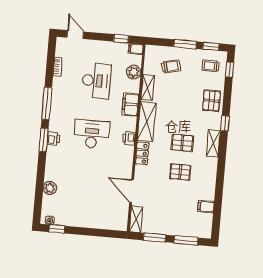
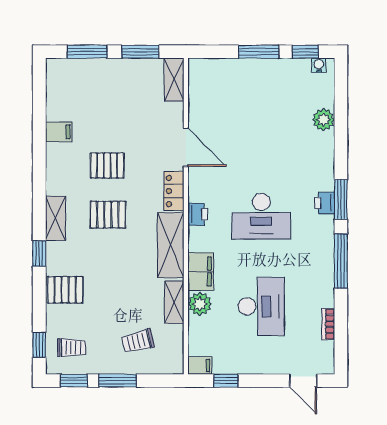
plant: (134, 72) -> (200, 304), moved
desk: (96, 81) -> (261, 306), turned 180
pallet: (211, 101) -> (65, 290), turned 90
door: (132, 191) -> (186, 147), moved
filing cabinet: (206, 207) -> (59, 132), moved
window: (85, 231) -> (259, 52), added

